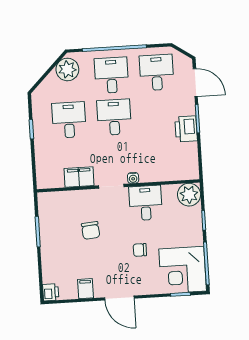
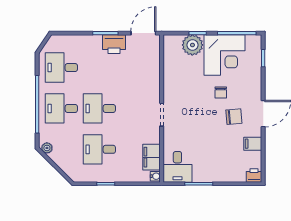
plant: (67, 69) -> (47, 148), width x0.53, depth x0.53
door: (195, 83) -> (143, 33), moved
filing cabinet: (79, 177) -> (152, 157), moved
water cooler: (133, 178) -> (155, 176), moved
plant: (189, 195) -> (192, 45), moved
desk: (146, 203) -> (177, 167), moved, turned -90
chair: (91, 230) -> (234, 117), moved
corner desk: (183, 270) -> (224, 55), moved

